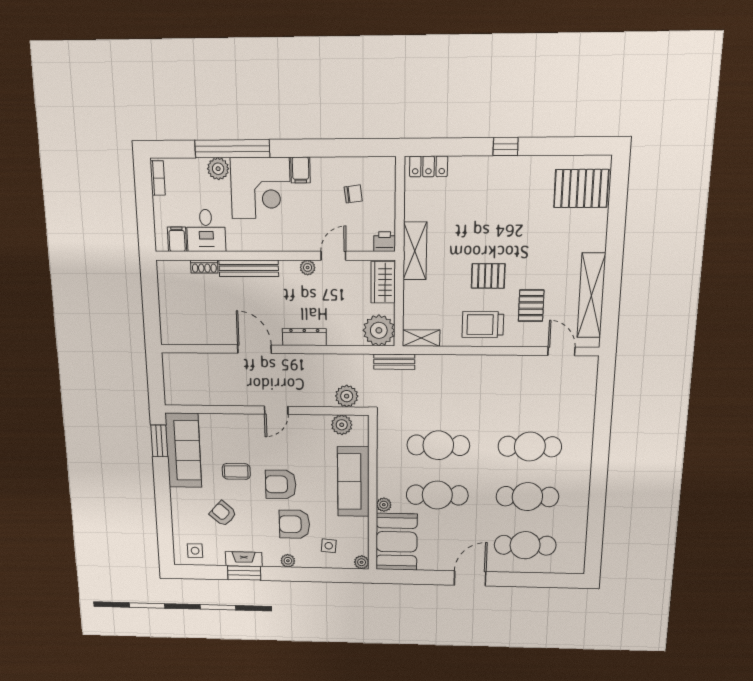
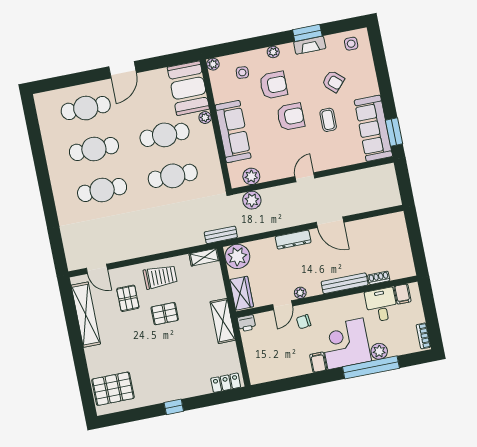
chair: (353, 194) -> (304, 322), moved
coffee table: (236, 471) -> (328, 120), turned 90

